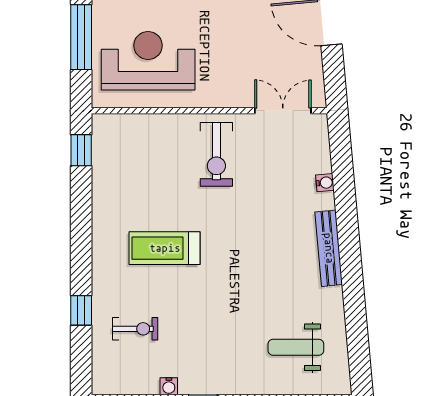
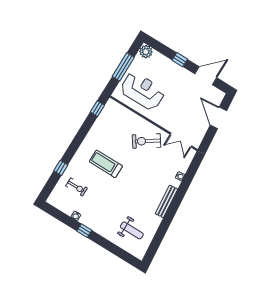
double door: (283, 111) -> (181, 140), swing flipped
exercise bike: (216, 154) -> (146, 141), turned 56
weight bench: (296, 347) -> (132, 230), turned 180

